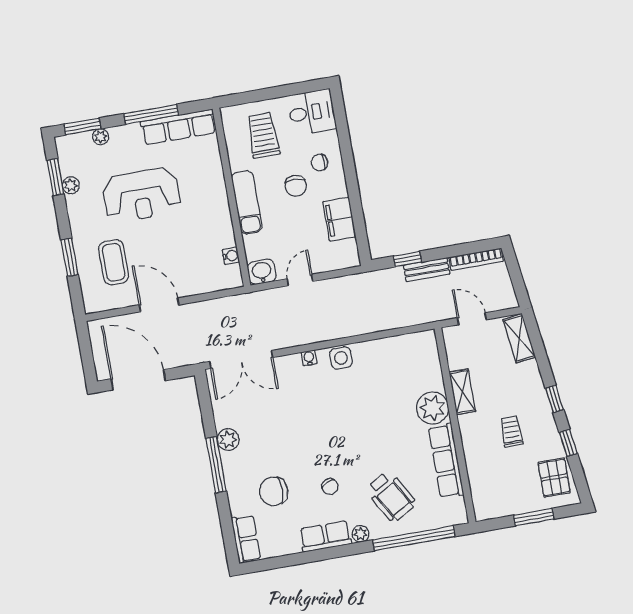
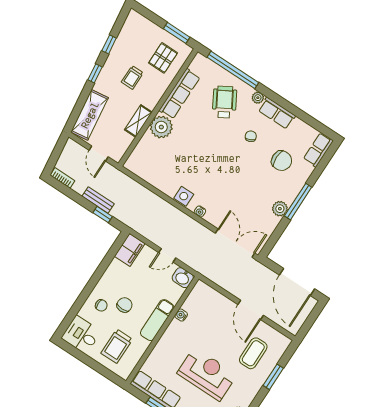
filing cabinet: (339, 219) -> (130, 250), moved
water cooler: (231, 256) -> (181, 315), moved
bookcase: (476, 259) -> (62, 178), width x0.64
shelving: (519, 338) -> (90, 115), width x1.50, depth x1.33
pallet: (554, 478) -> (163, 58), moved
window: (534, 517) -> (177, 33), moved

